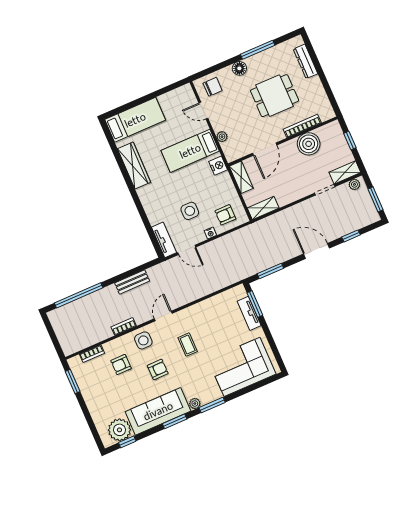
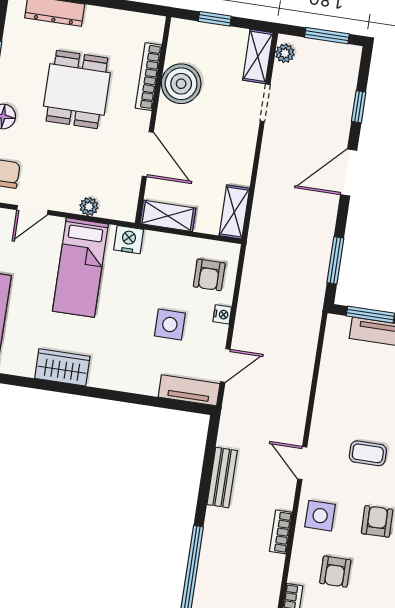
wardrobe: (134, 166) -> (62, 367), width x0.67

